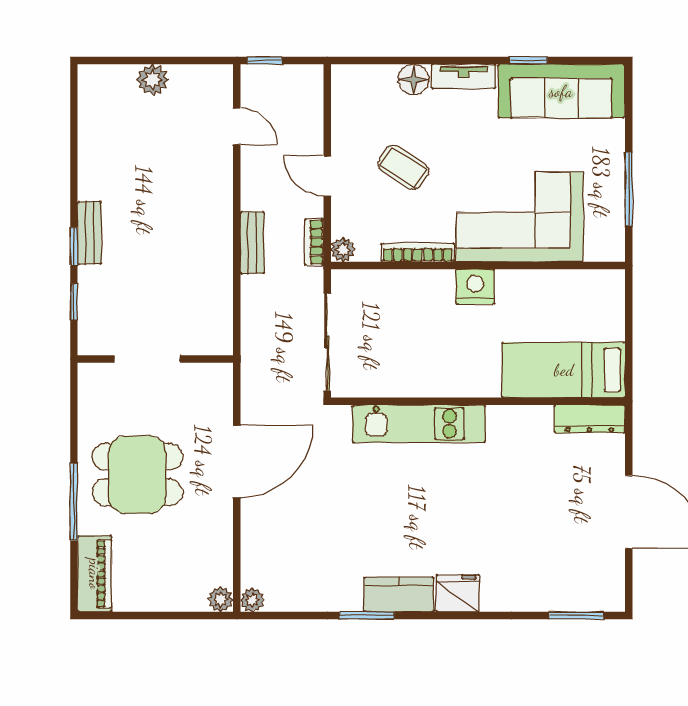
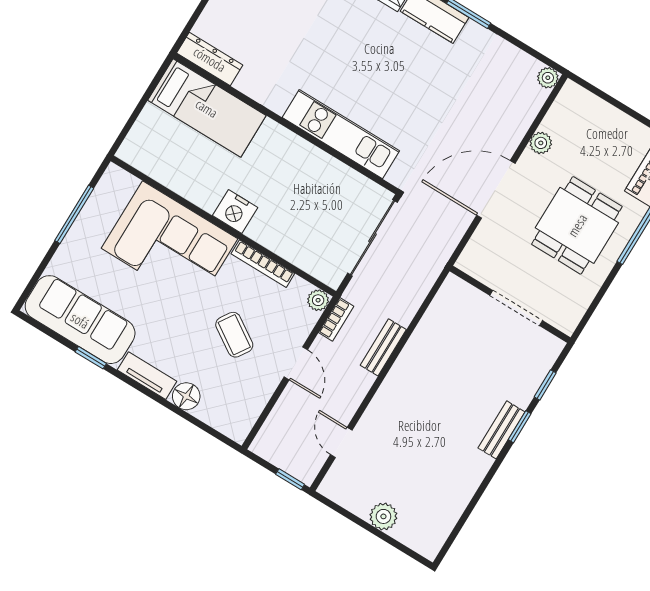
dining table: (137, 475) -> (577, 225), turned 90
plant: (221, 599) -> (541, 143), moved

